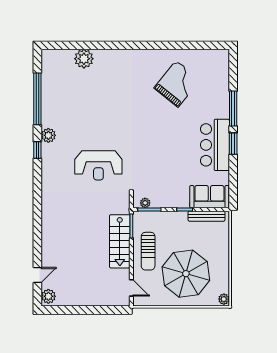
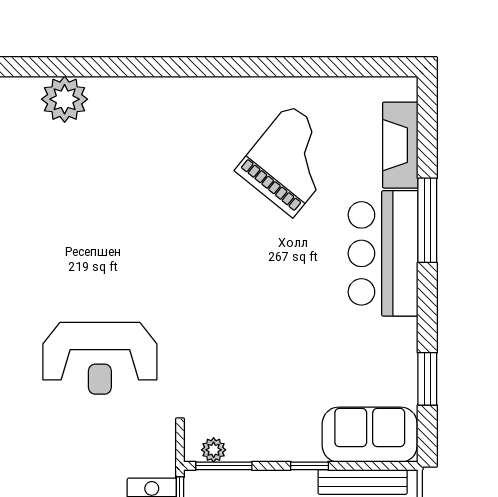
fireplace: (222, 78) -> (400, 145), added
window: (233, 144) -> (427, 379), moved
bar counter: (215, 145) -> (383, 253), moved

